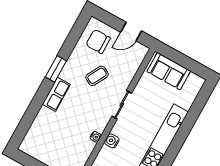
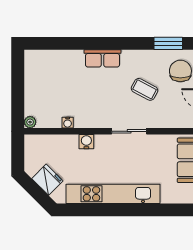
window: (56, 69) -> (168, 43), moved
water cooler: (96, 137) -> (68, 123), moved

